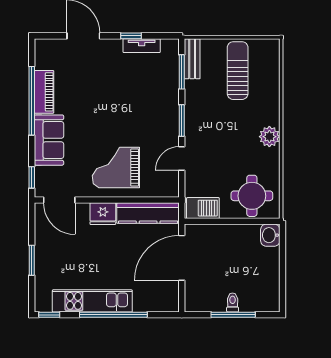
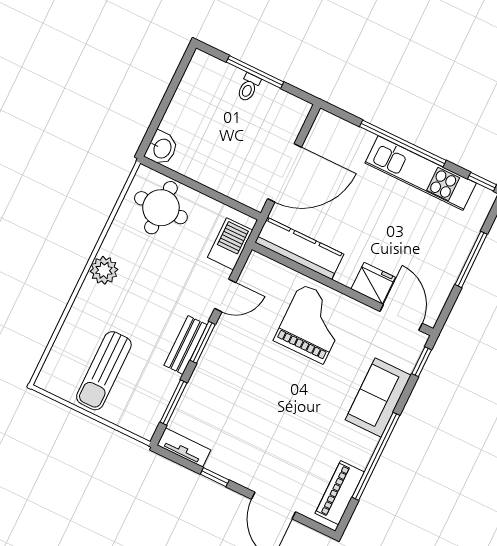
tv unit: (142, 46) -> (184, 447), moved
bench: (192, 59) -> (186, 345), moved
piano: (44, 92) -> (340, 493), moved
grand piano: (116, 168) -> (312, 324), turned -90
barbecue: (203, 208) -> (230, 244), moved, turned 90
fridge: (103, 214) -> (373, 283), moved
window: (32, 260) -> (471, 259), width x1.44

